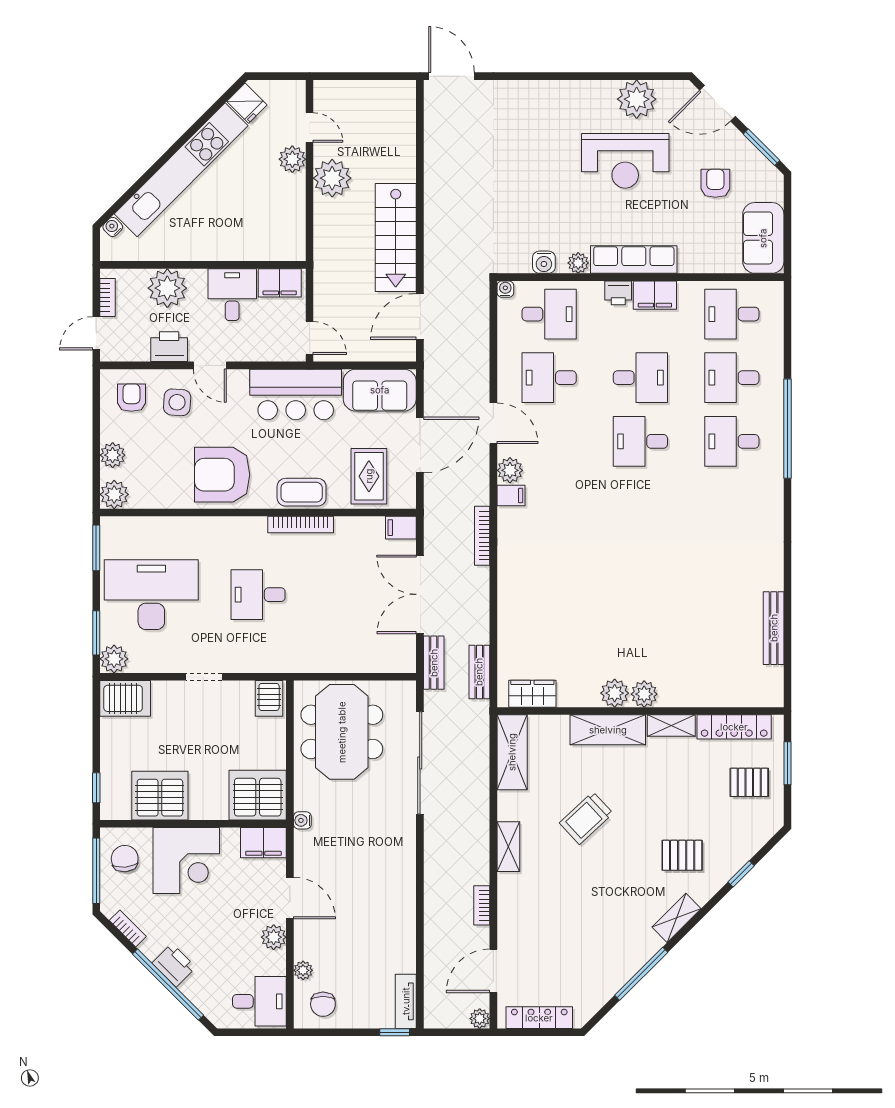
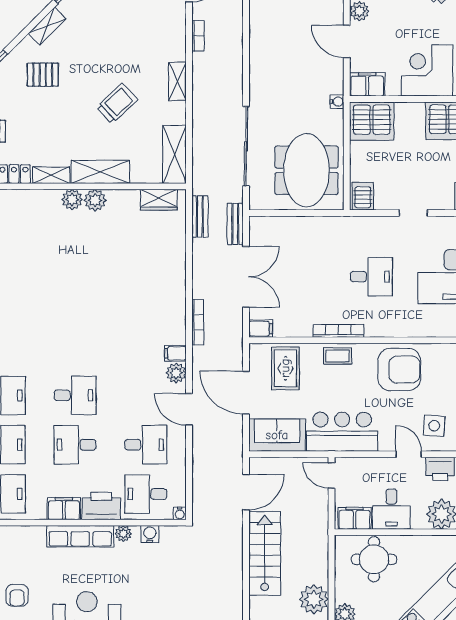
round table: (255, 230) -> (374, 559), added
printer: (618, 293) -> (101, 506), width x1.87, depth x1.48
door: (420, 445) -> (246, 393), hinge flipped
coffee table: (302, 492) -> (338, 356), width x0.73, depth x0.77

